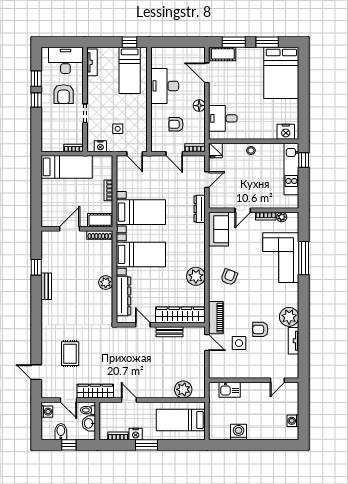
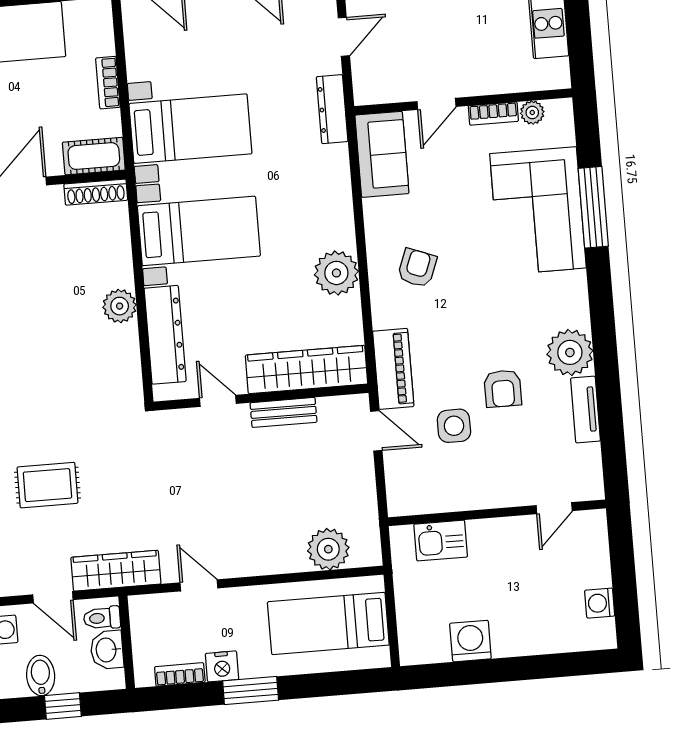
armchair: (260, 329) -> (503, 389), turned -90
rug: (70, 354) -> (48, 485), turned 90

